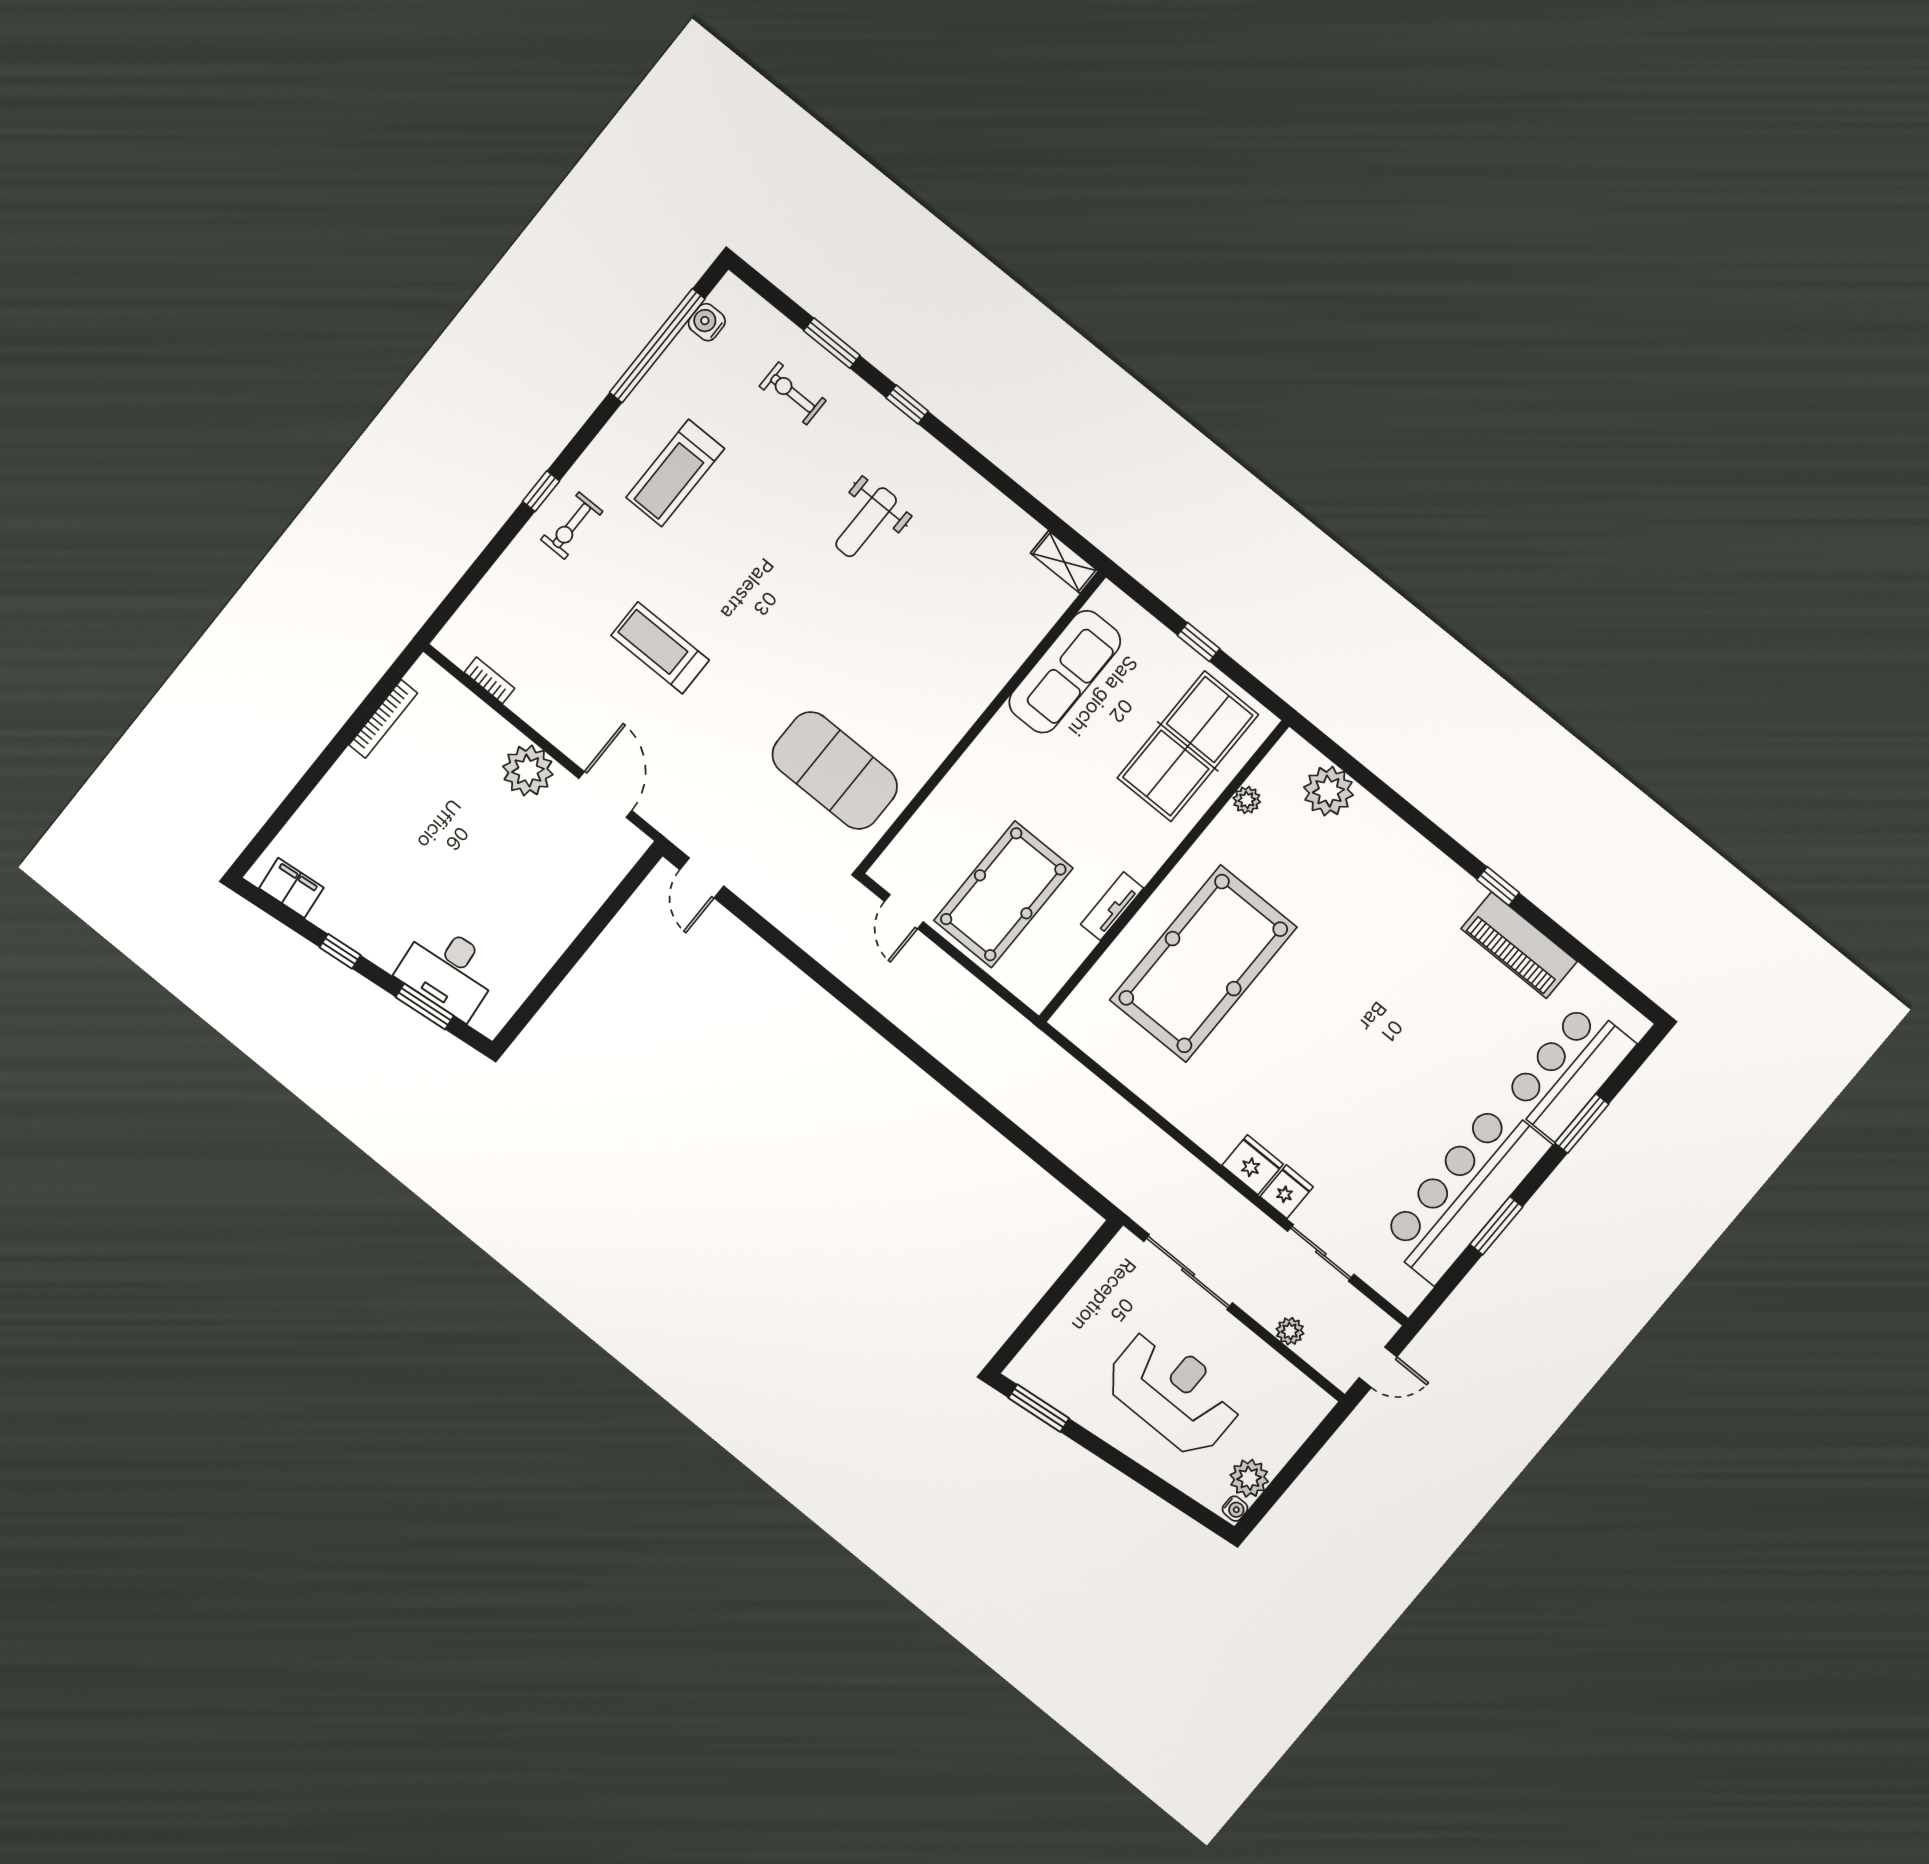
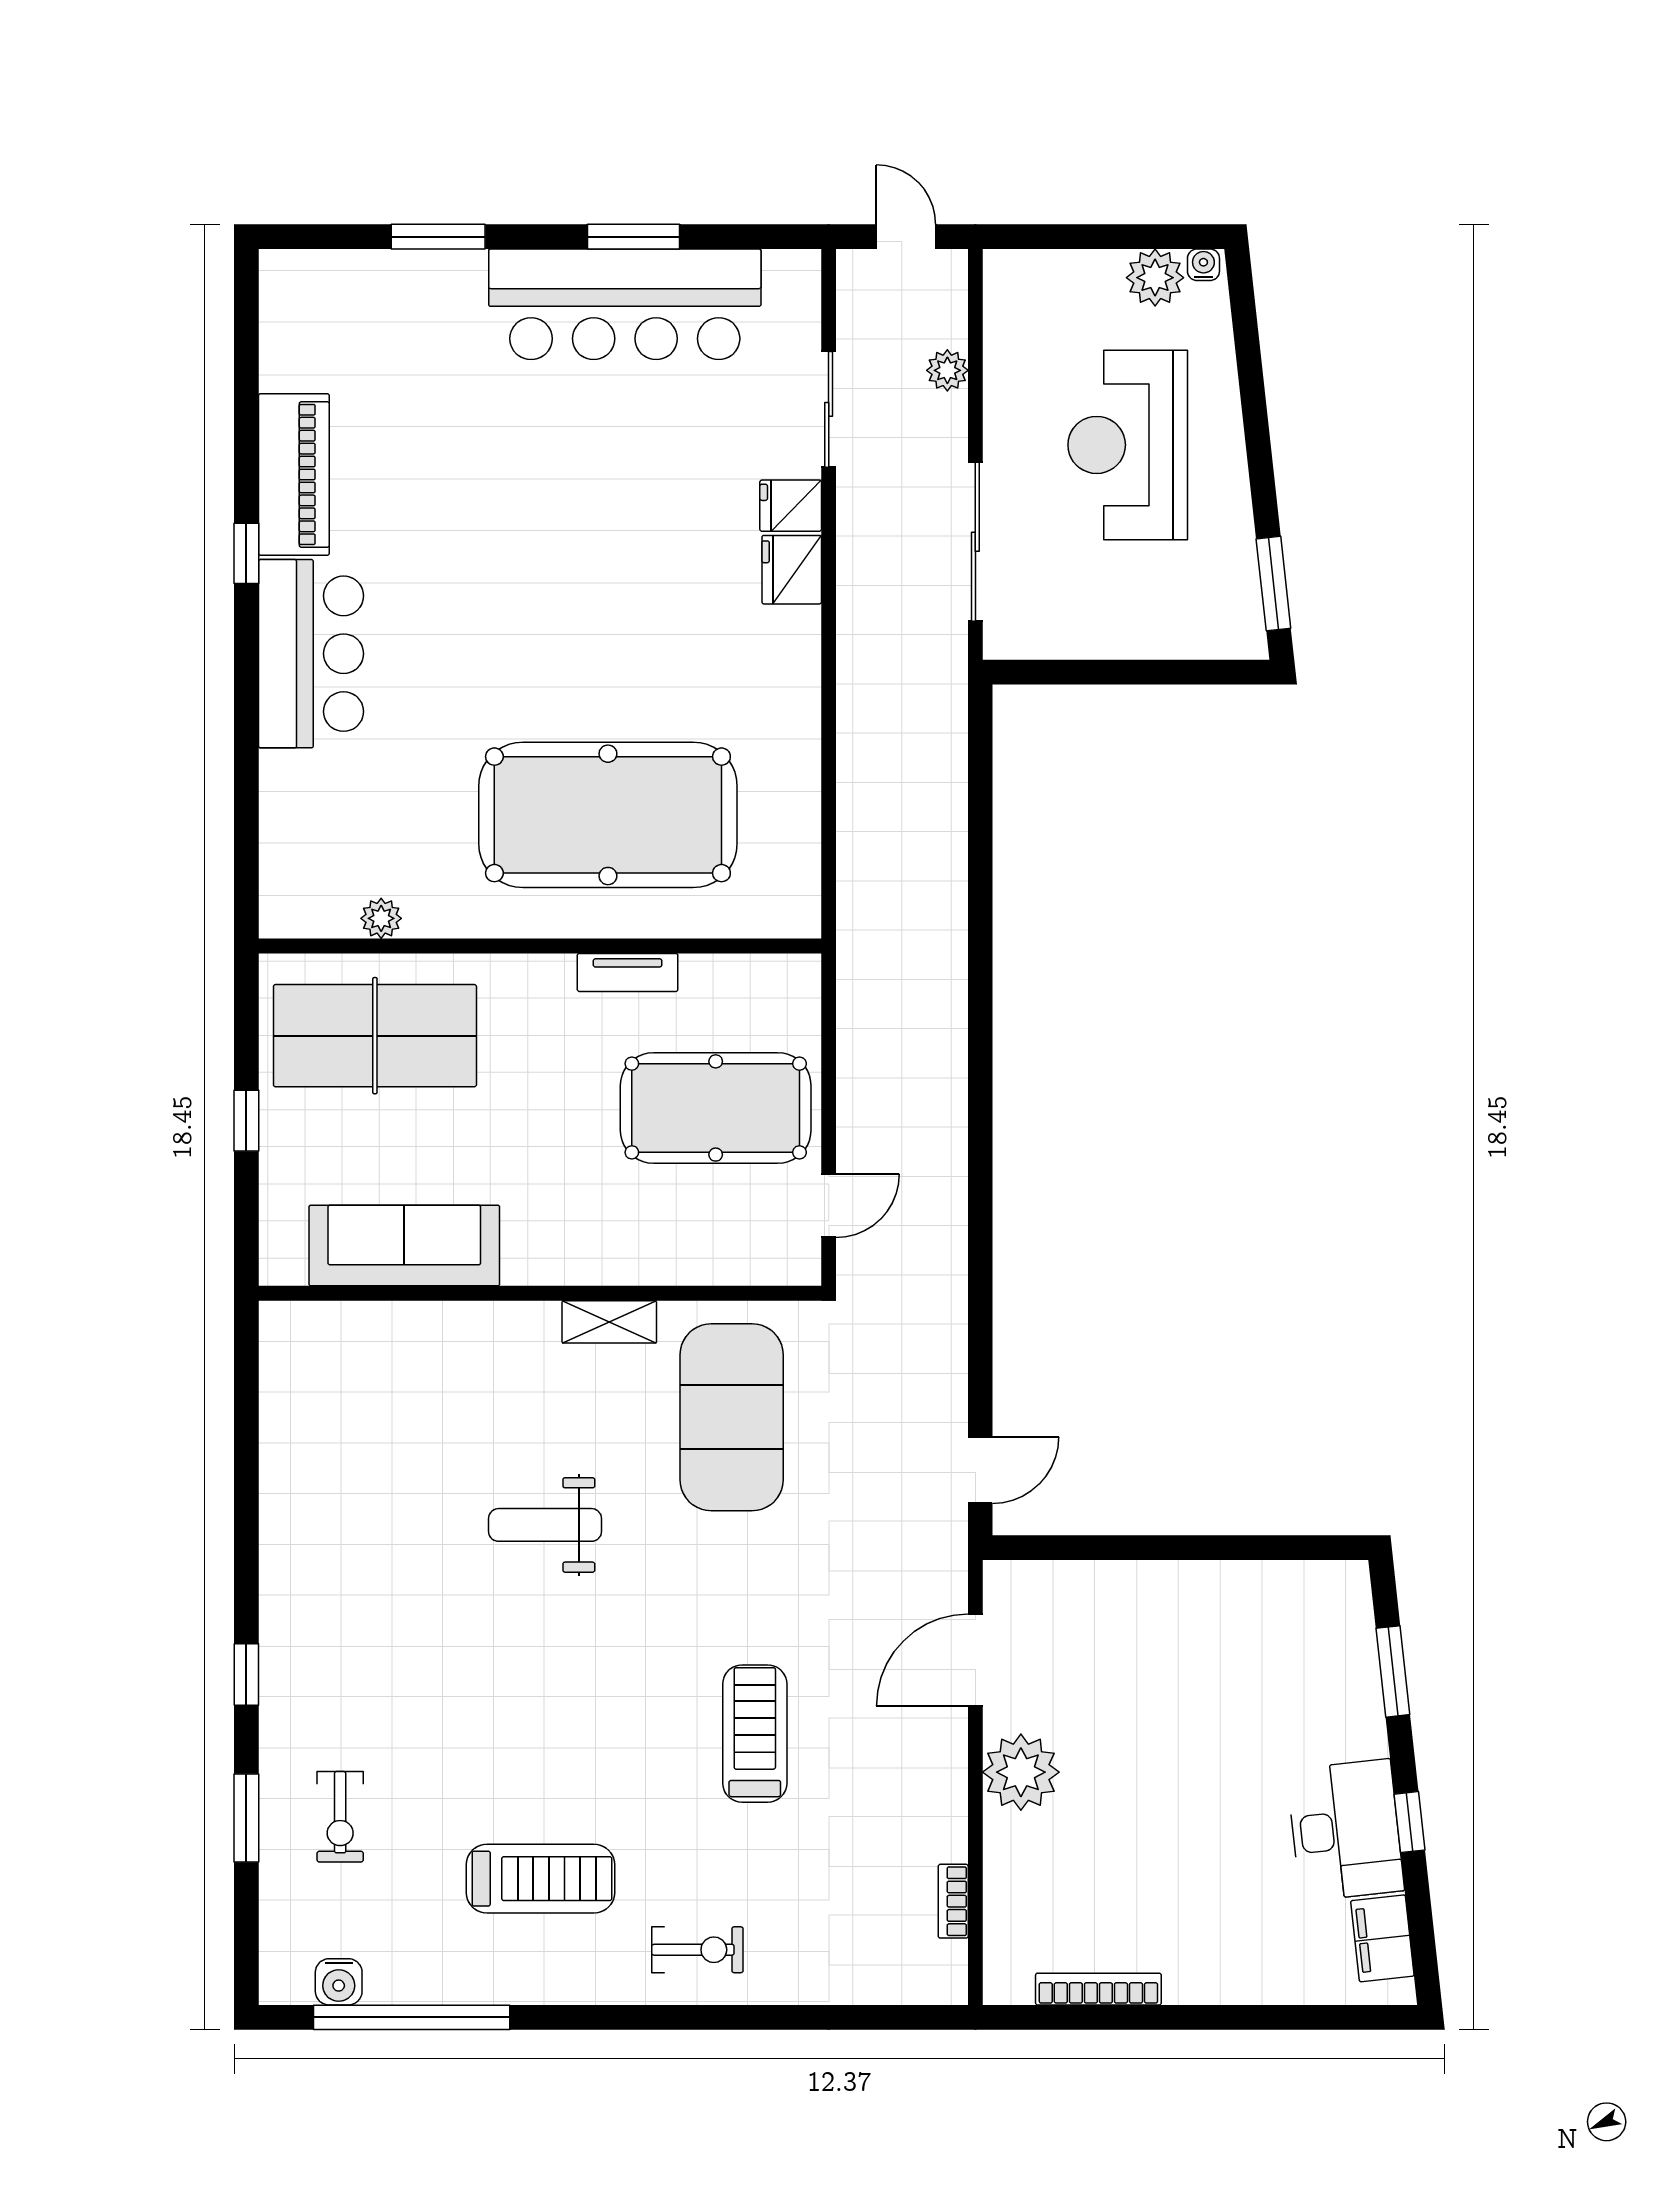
window: (541, 491) -> (687, 2017), removed
weight bench: (866, 522) -> (545, 1525), moved, turned 180
shelving: (1064, 562) -> (609, 1322), moved, turned 90
treadmill: (660, 648) -> (755, 1734), turned 180
plant: (1328, 791) -> (295, 834), removed
desk: (448, 971) -> (1345, 1830), moved
bar counter: (1568, 1071) -> (311, 654), moved, turned -90

